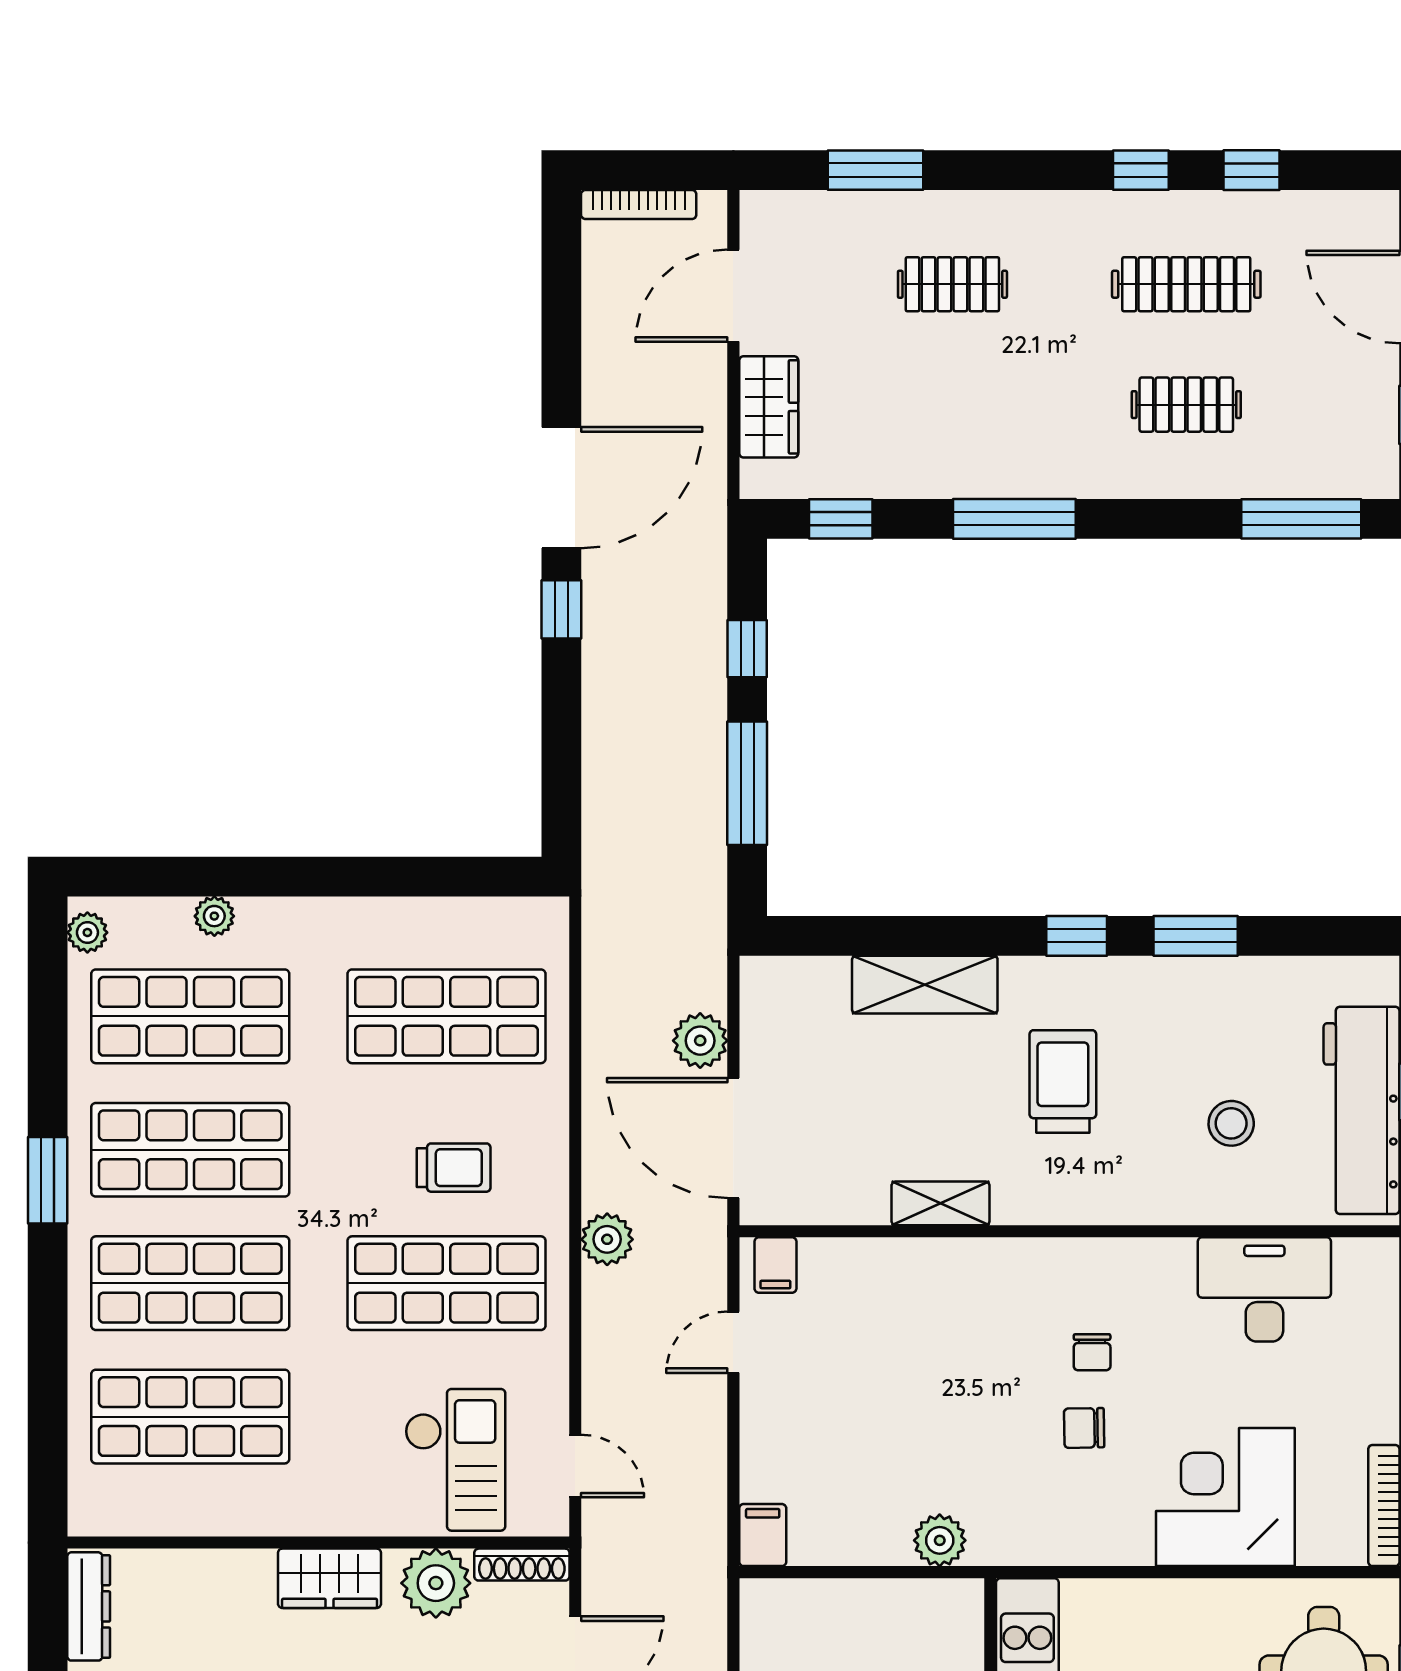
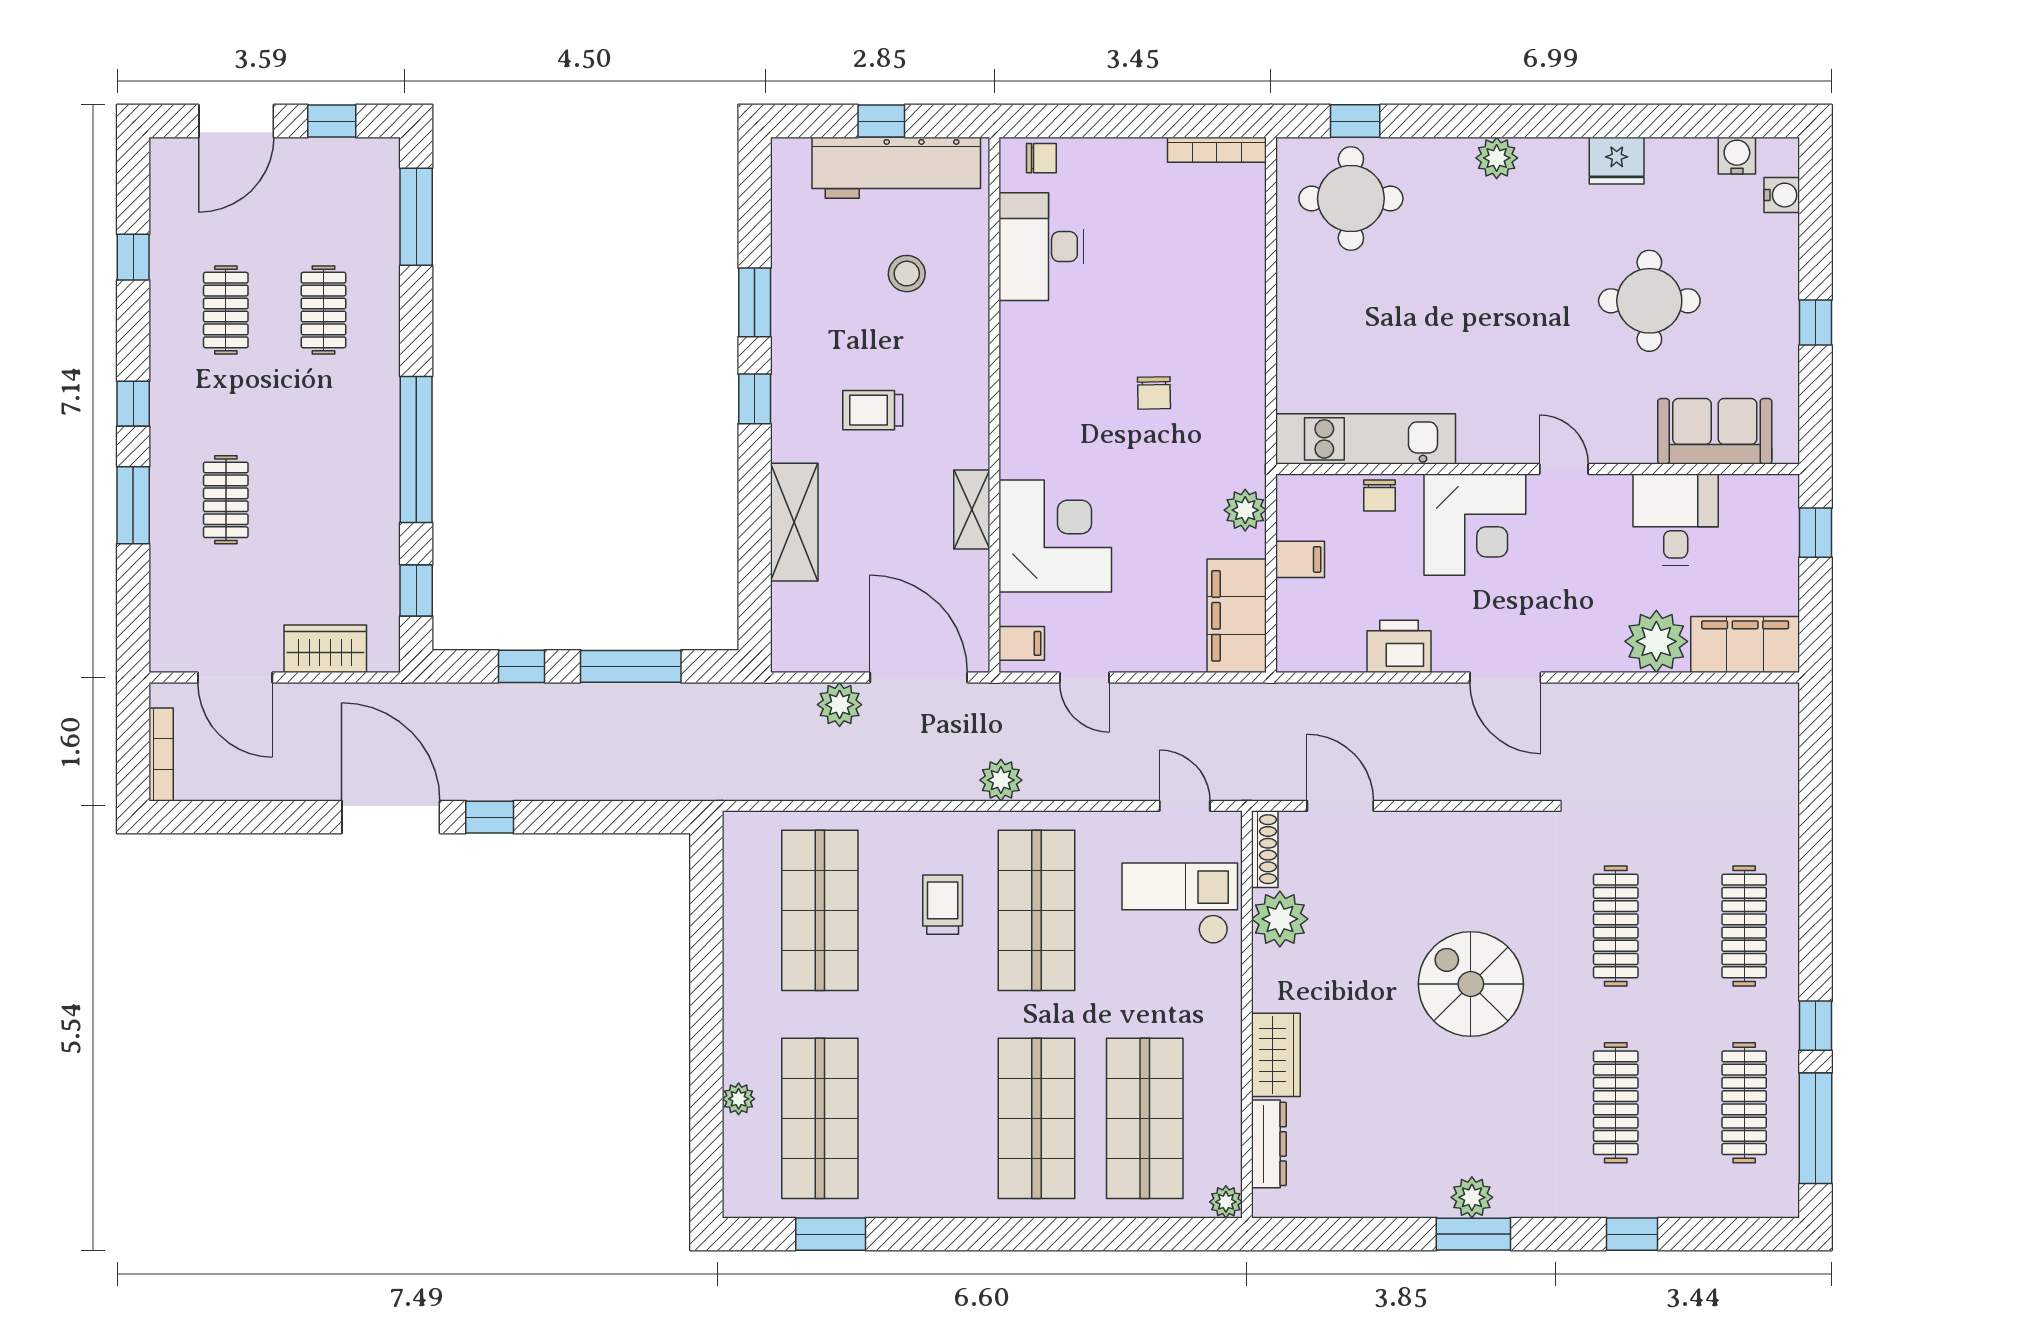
window: (876, 170) -> (133, 505), moved
window: (1141, 170) -> (133, 404), moved
clothes rail: (1186, 284) -> (226, 310), width x0.73
window: (1014, 519) -> (416, 450), width x1.46
plant: (87, 932) -> (1226, 1202), moved
trolley: (1063, 1081) -> (873, 410), width x0.73, depth x0.72
door: (733, 1138) -> (919, 678), swing flipped
shop shelf: (190, 1150) -> (928, 1118), removed
window: (48, 1180) -> (831, 1234), moved
chair: (1092, 1352) -> (1041, 158), moved
door: (575, 1466) -> (1185, 806), hinge flipped
corner desk: (1225, 1497) -> (1055, 536), moved, turned 180
filing cabinet: (763, 1535) -> (1237, 616), width x3.00, depth x1.17
wardrobe: (330, 1578) -> (1276, 1055), moved
dresser: (89, 1606) -> (1269, 1144), moved, turned 90
filing cabinet: (879, 1608) -> (1300, 559), added

